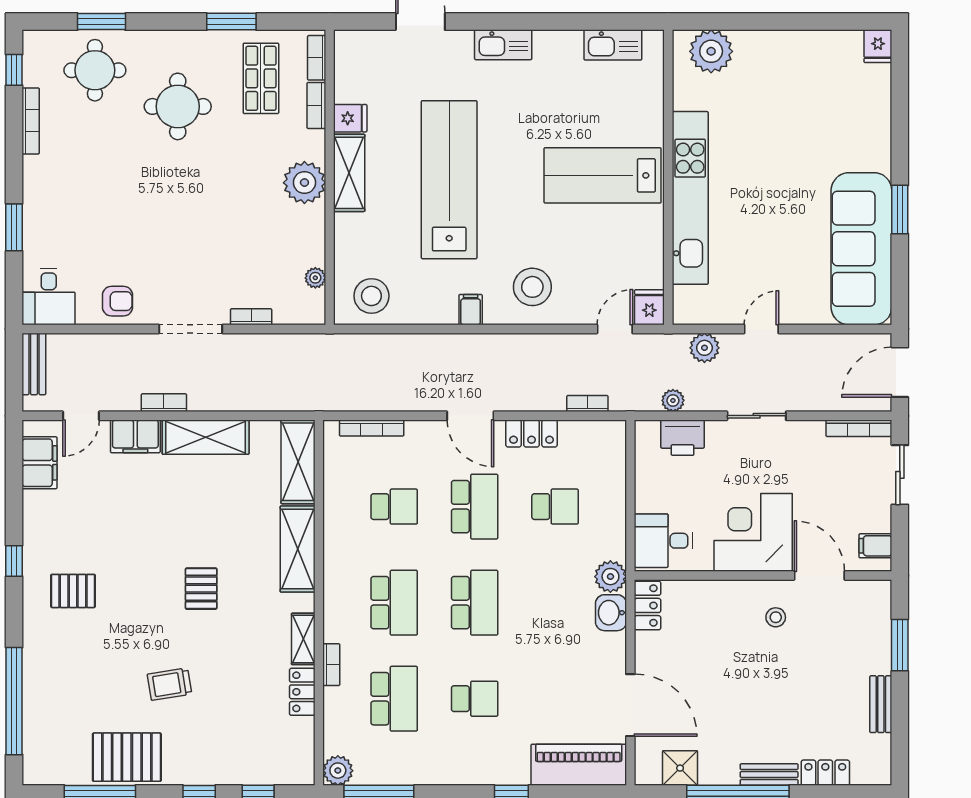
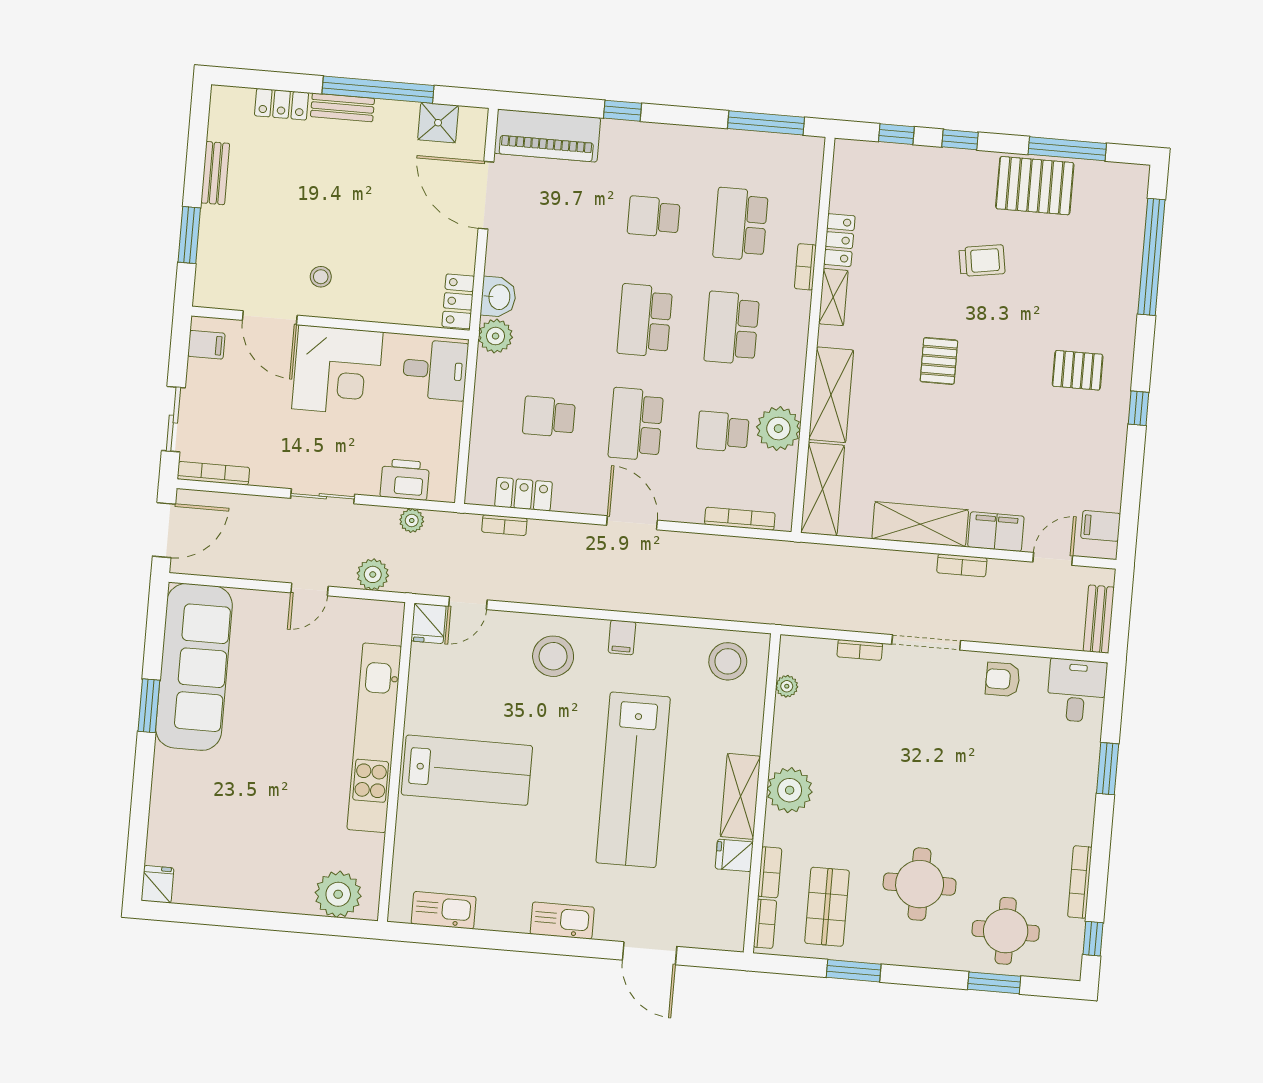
locker: (532, 433) -> (523, 494), moved
filing cabinet: (40, 463) -> (1101, 526), width x0.50
plant: (338, 771) -> (778, 429), moved, width x1.36, depth x1.36

